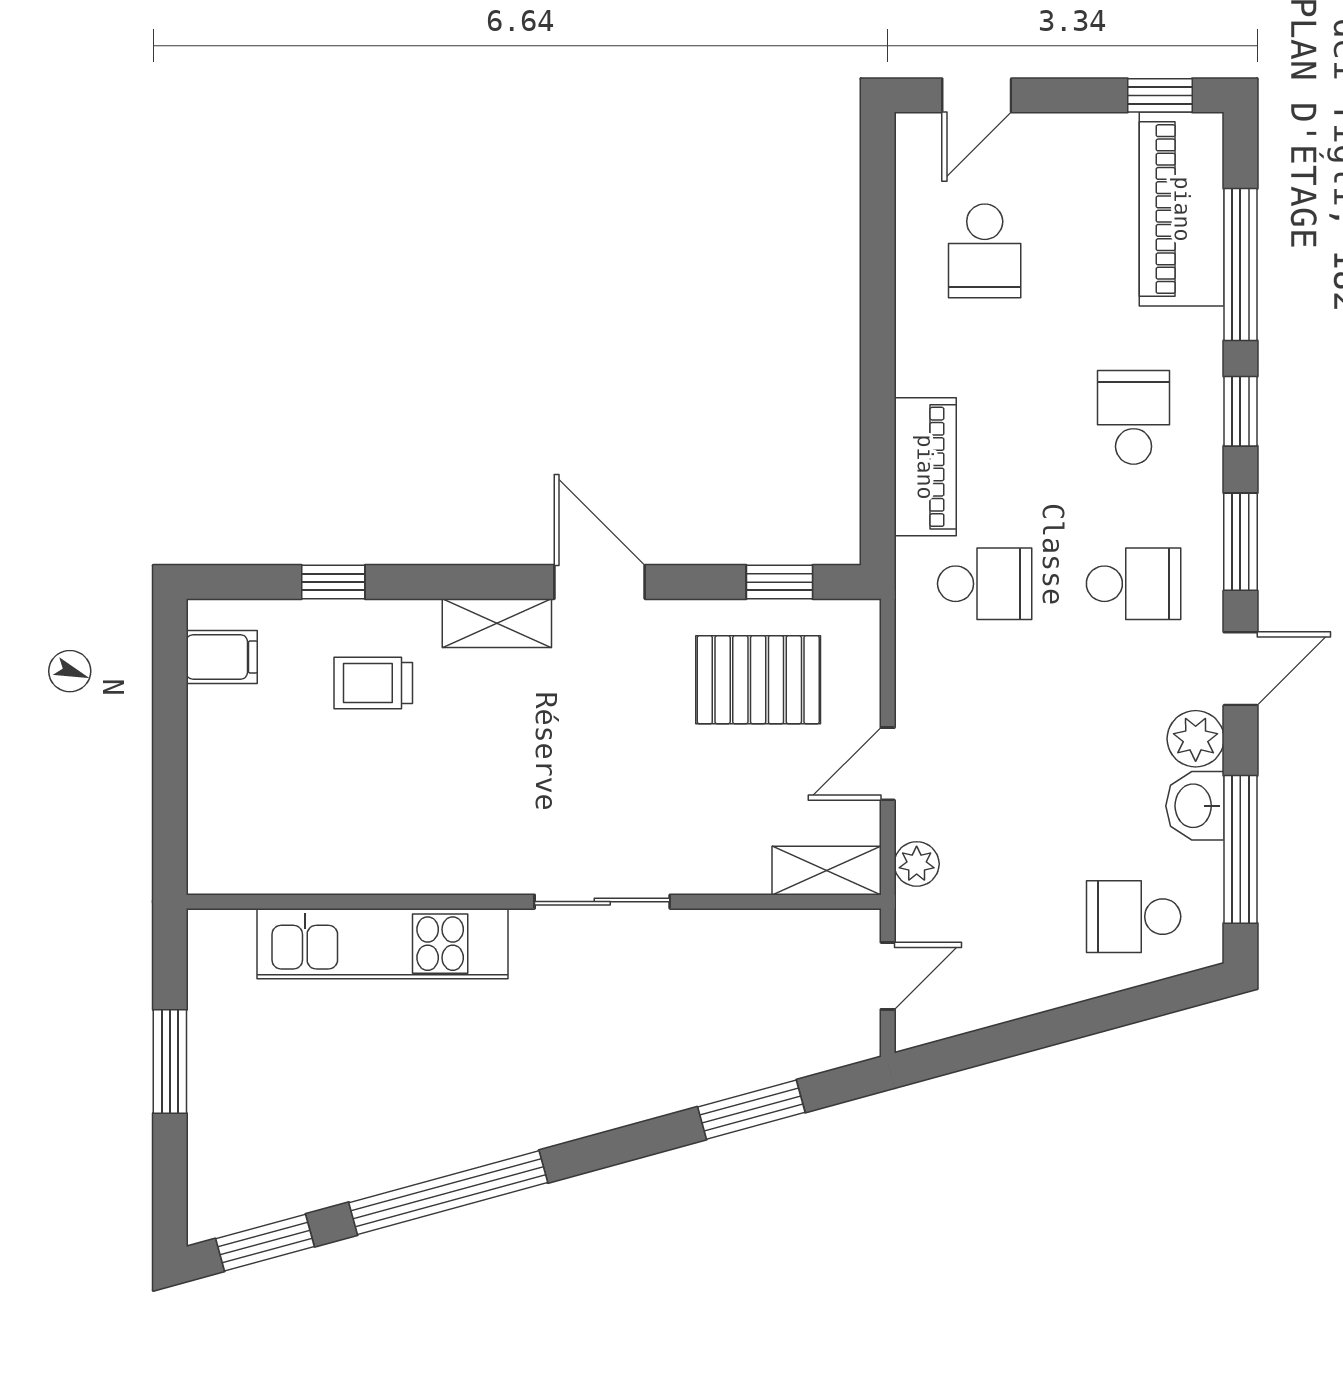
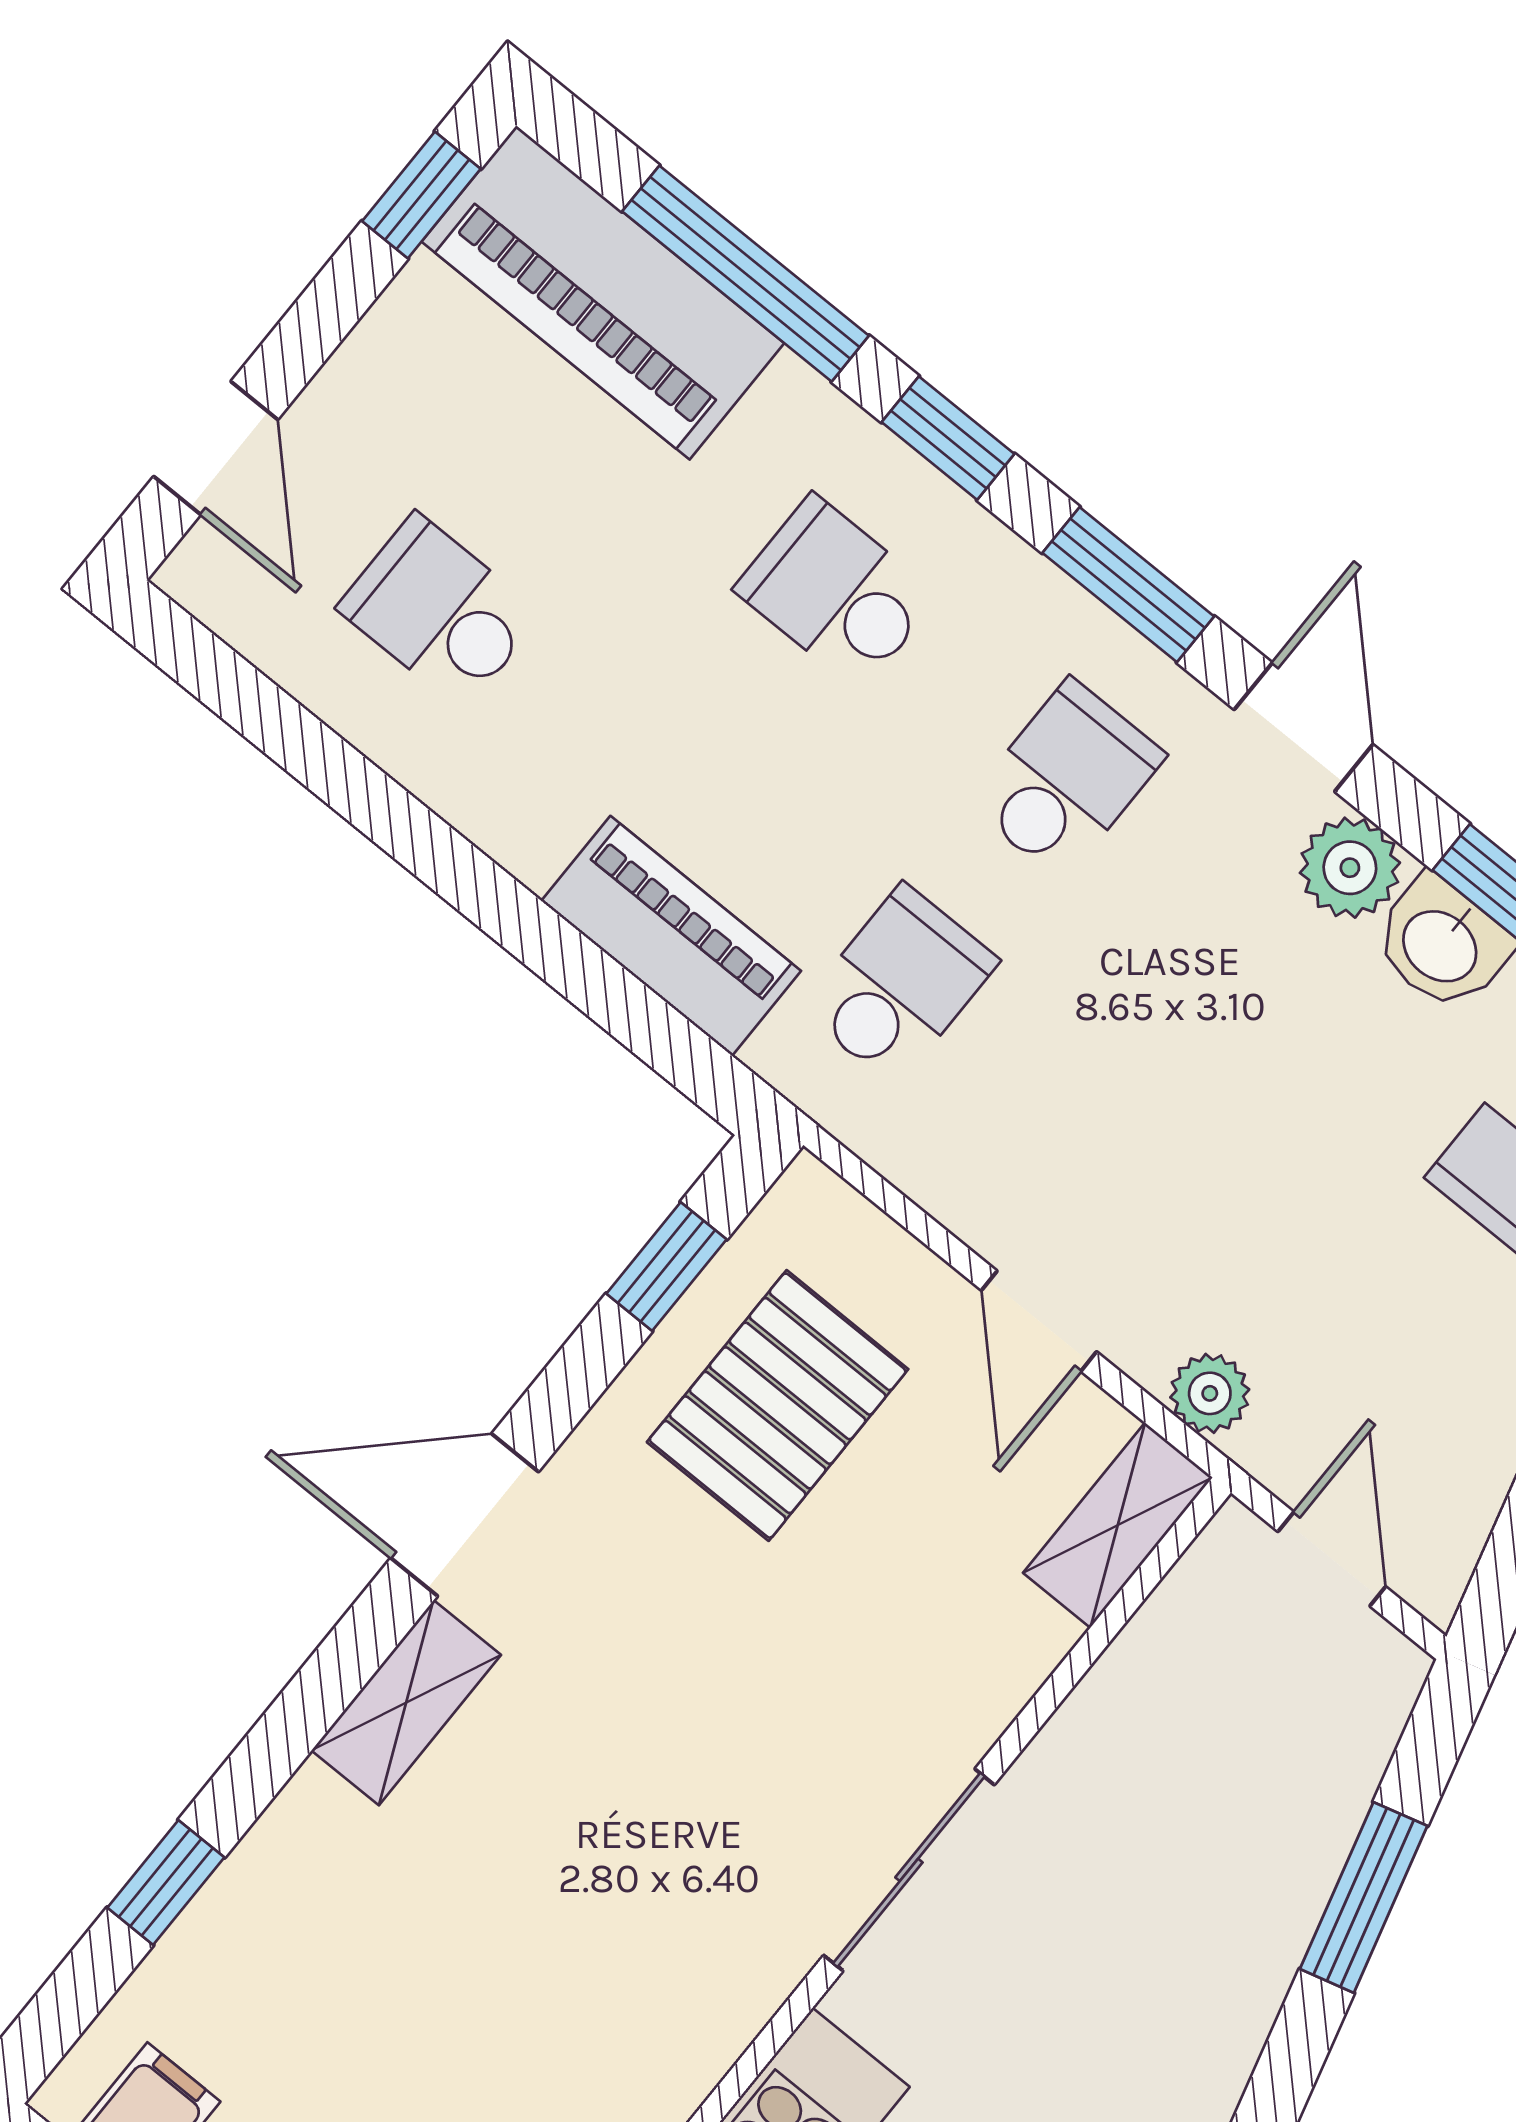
school desk: (985, 251) -> (439, 611), turned 180
trolley: (373, 683) -> (350, 1941), removed

